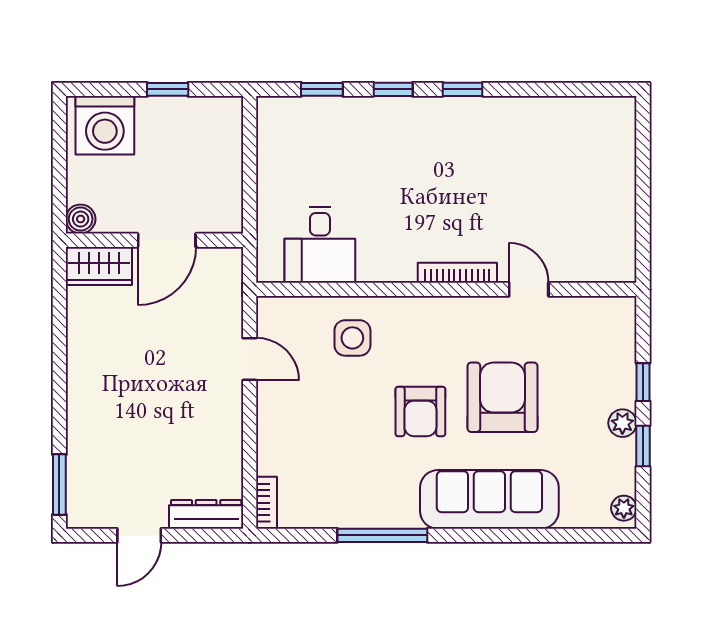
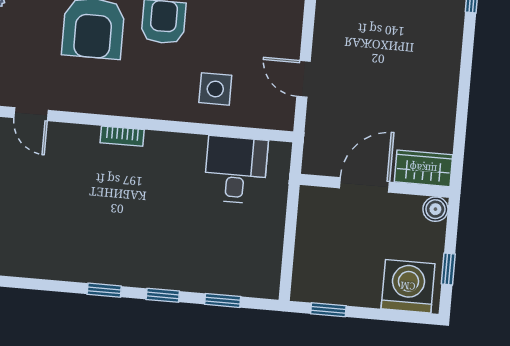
window: (168, 89) -> (328, 310), moved
window: (59, 150) -> (448, 269), added
bookcase: (457, 273) -> (122, 136), width x0.64
door: (529, 289) -> (31, 114), moved

